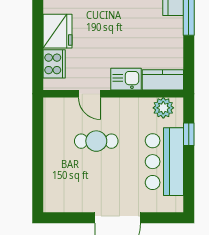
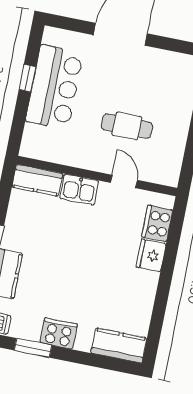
fridge: (58, 31) -> (151, 255), width x0.73, depth x0.75
plant: (163, 108) -> (43, 149), removed
window: (189, 134) -> (27, 78), moved

